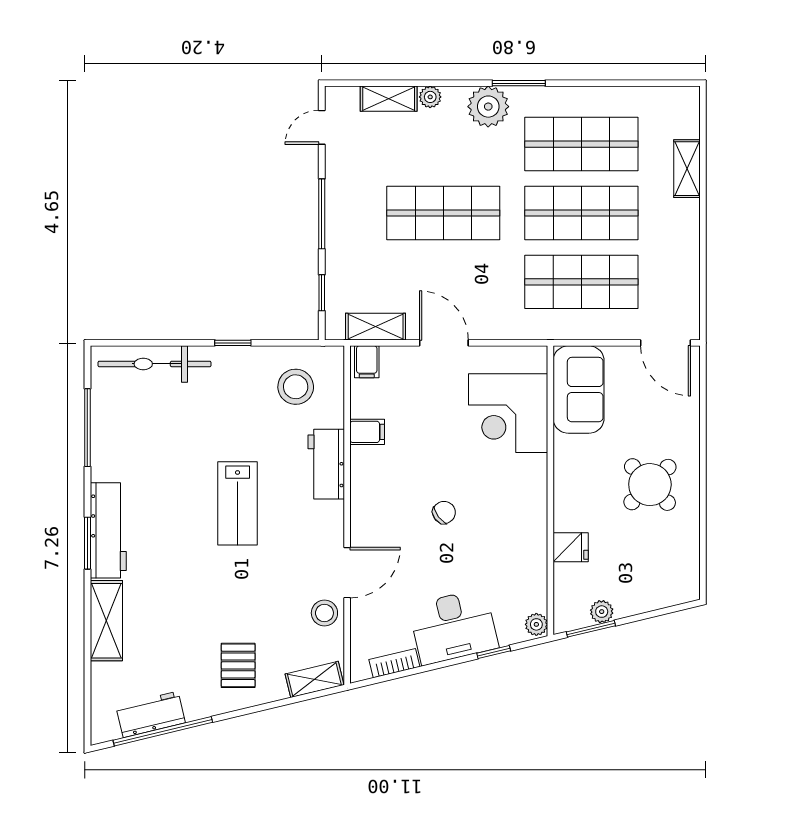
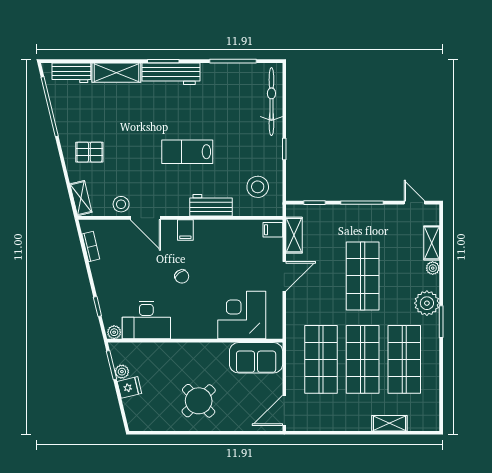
filing cabinet: (367, 432) -> (185, 230), moved
fridge: (571, 547) -> (129, 387), moved, turned -103
desk: (453, 627) -> (146, 320), moved, turned -77
workbench: (151, 714) -> (71, 73), moved, turned 103

